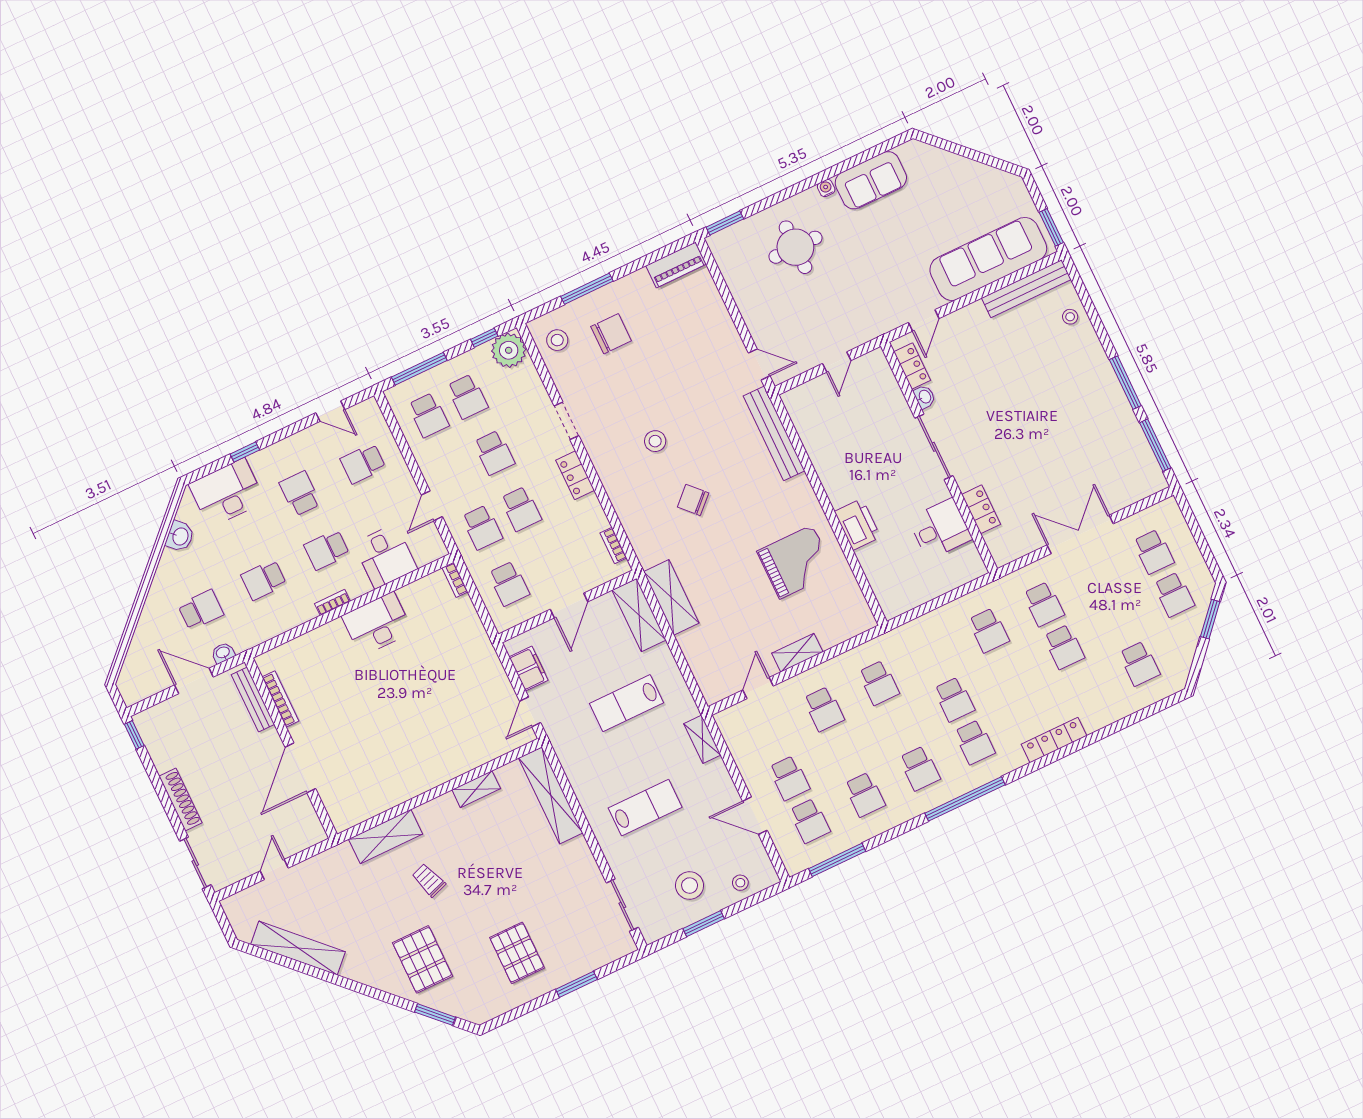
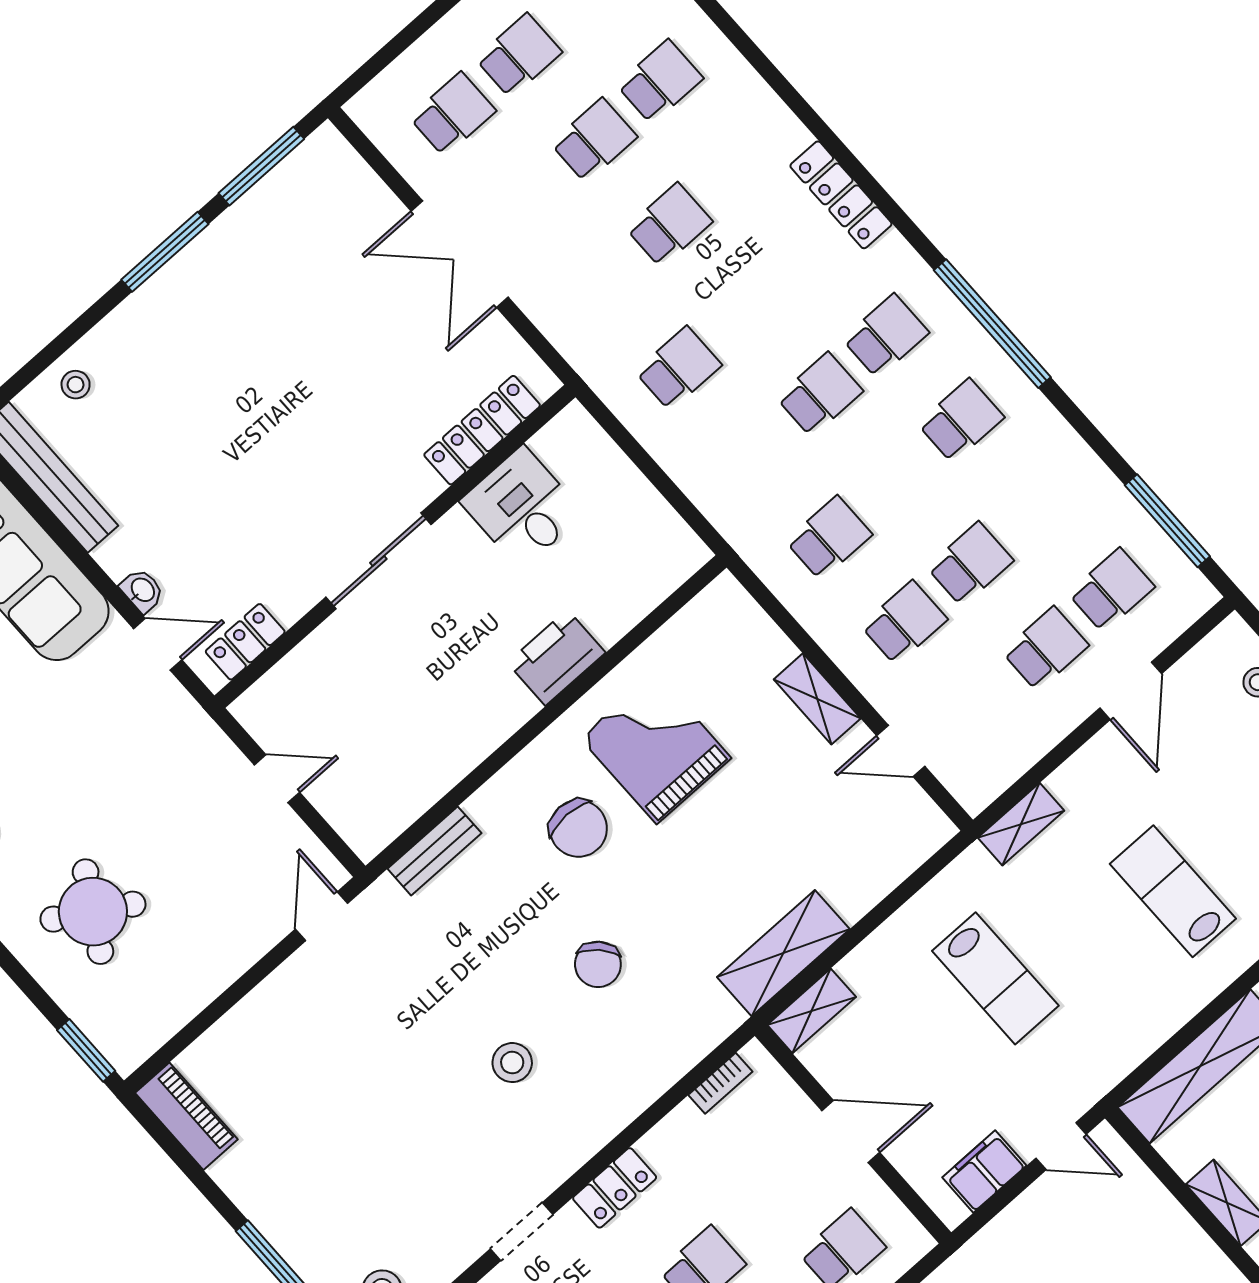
round table: (795, 247) -> (93, 912), turned 31
chair: (611, 334) -> (578, 828), moved, turned 180
washbasin: (925, 397) -> (142, 590), moved, turned 90
bench: (774, 433) -> (434, 851), width x0.54, depth x0.82
locker: (981, 509) -> (482, 430), width x1.53
school desk: (1044, 604) -> (594, 140), moved
shelving: (639, 615) -> (812, 1011), width x0.67, depth x0.75
school desk: (865, 795) -> (970, 564), moved

